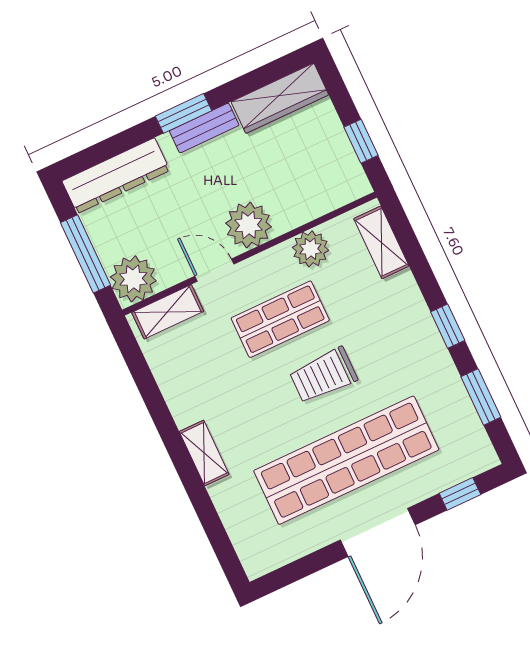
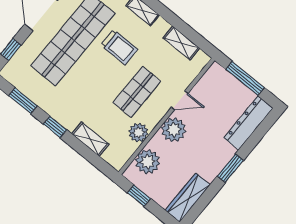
bench: (204, 128) -> (217, 166), removed
shelving: (381, 242) -> (90, 139), moved
plant: (133, 279) -> (148, 162), moved
shelving: (168, 312) -> (181, 43), moved, turned 90
trolley: (323, 375) -> (119, 47), moved, turned 90

